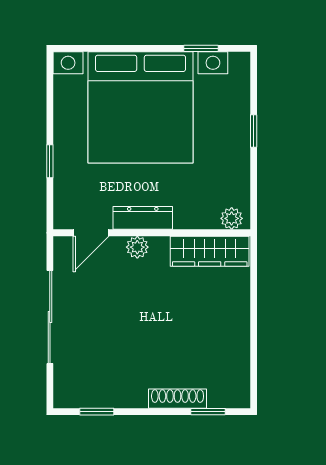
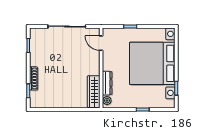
dresser: (143, 218) -> (107, 83), moved
plant: (137, 247) -> (95, 62), removed

